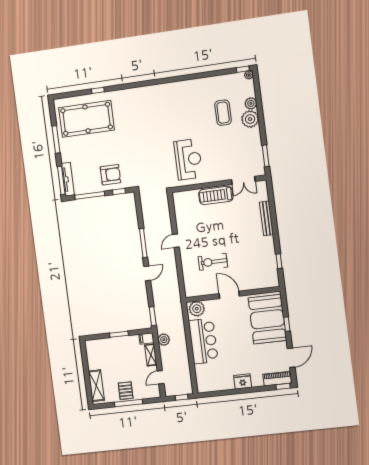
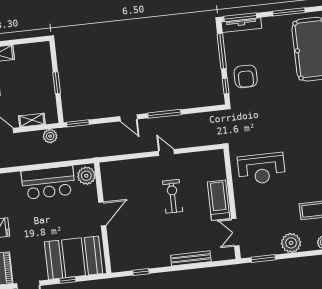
plant: (250, 119) -> (291, 243), moved
exercise bike: (213, 262) -> (173, 196), moved
filing cabinet: (146, 339) -> (51, 115), removed

